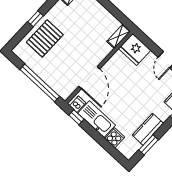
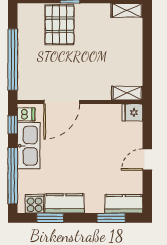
pallet: (45, 38) -> (60, 25), turned 90
fridge: (135, 49) -> (132, 112), width x0.53, depth x0.75
cooker: (115, 138) -> (35, 204), moved, turned -90
window: (105, 144) -> (13, 176), added

